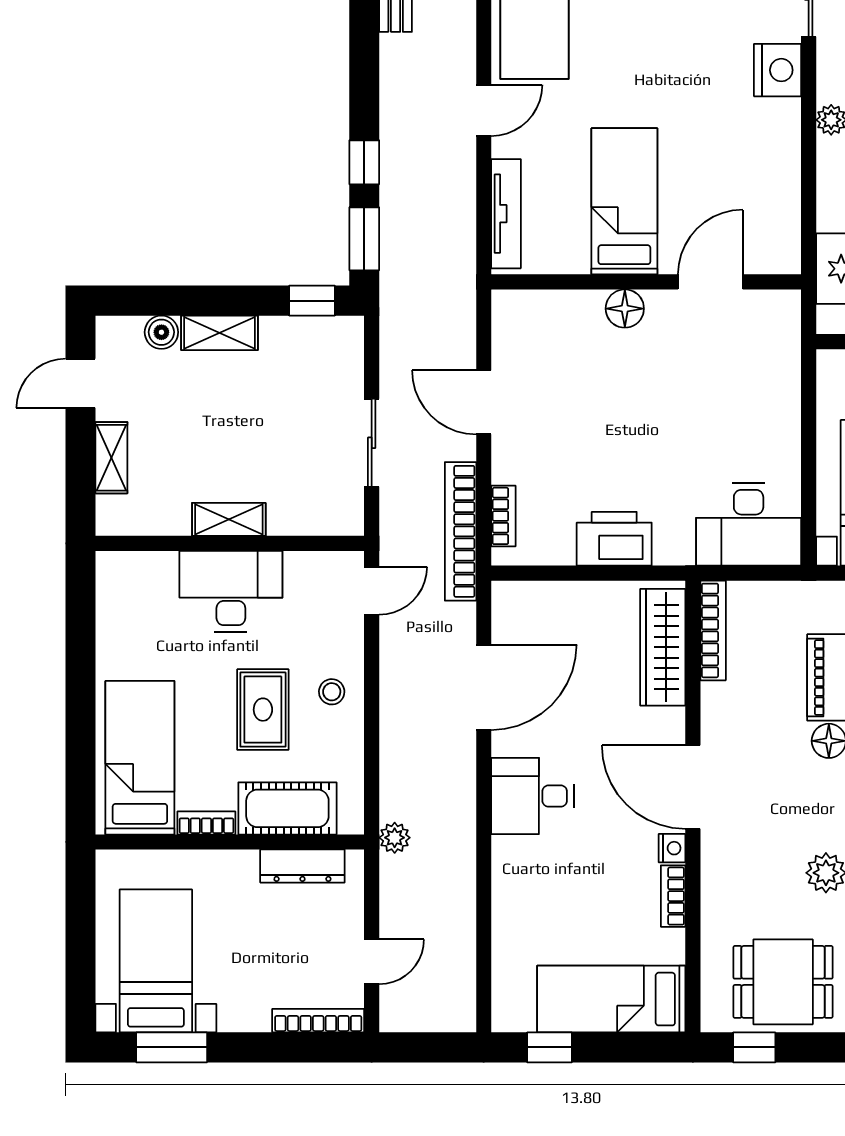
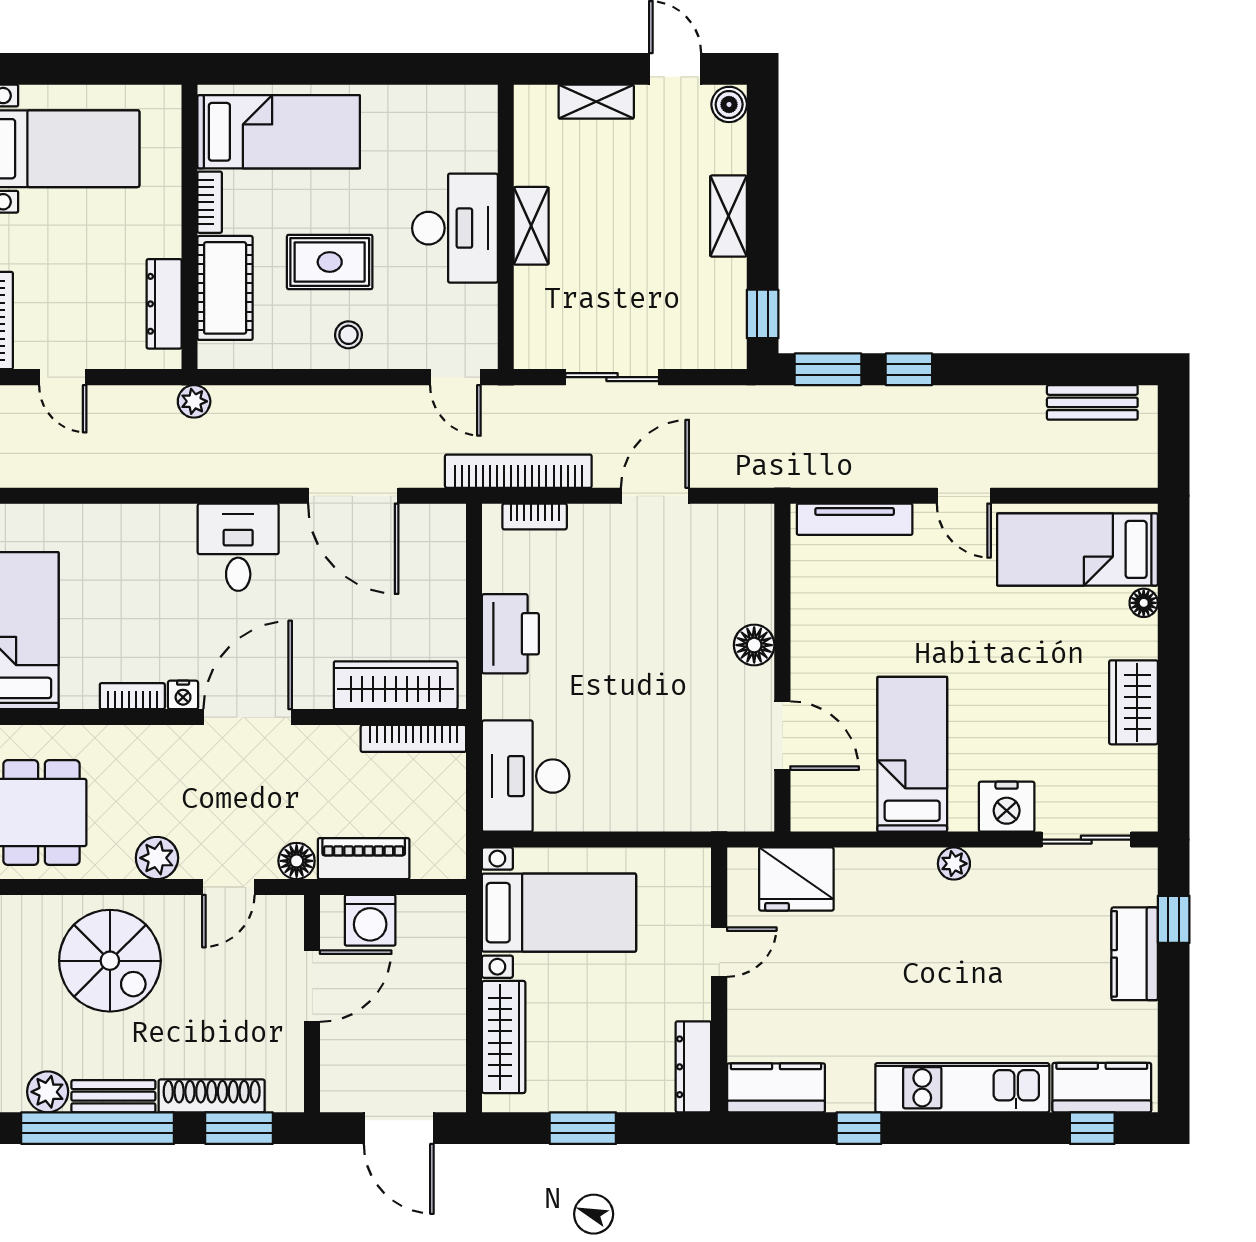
bed: (624, 201) -> (912, 754), moved, turned -90
boiler: (161, 332) -> (729, 104), moved

